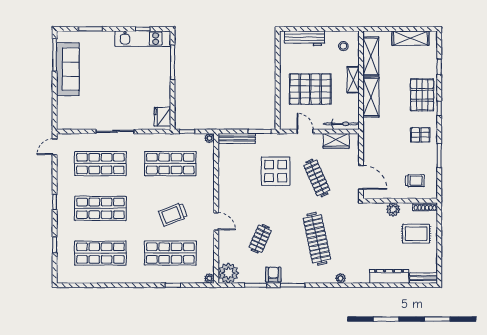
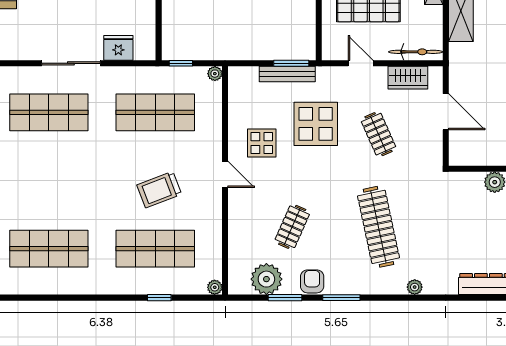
fridge: (162, 117) -> (118, 48), moved, turned 90
bench: (237, 138) -> (287, 74), moved
door: (361, 177) -> (446, 112), moved
clothes rail: (317, 178) -> (379, 134), width x0.73
display table: (240, 184) -> (262, 143), added
shop shelf: (100, 208) -> (49, 180), removed
door: (216, 221) -> (225, 174), moved
plant: (228, 273) -> (266, 279), moved

